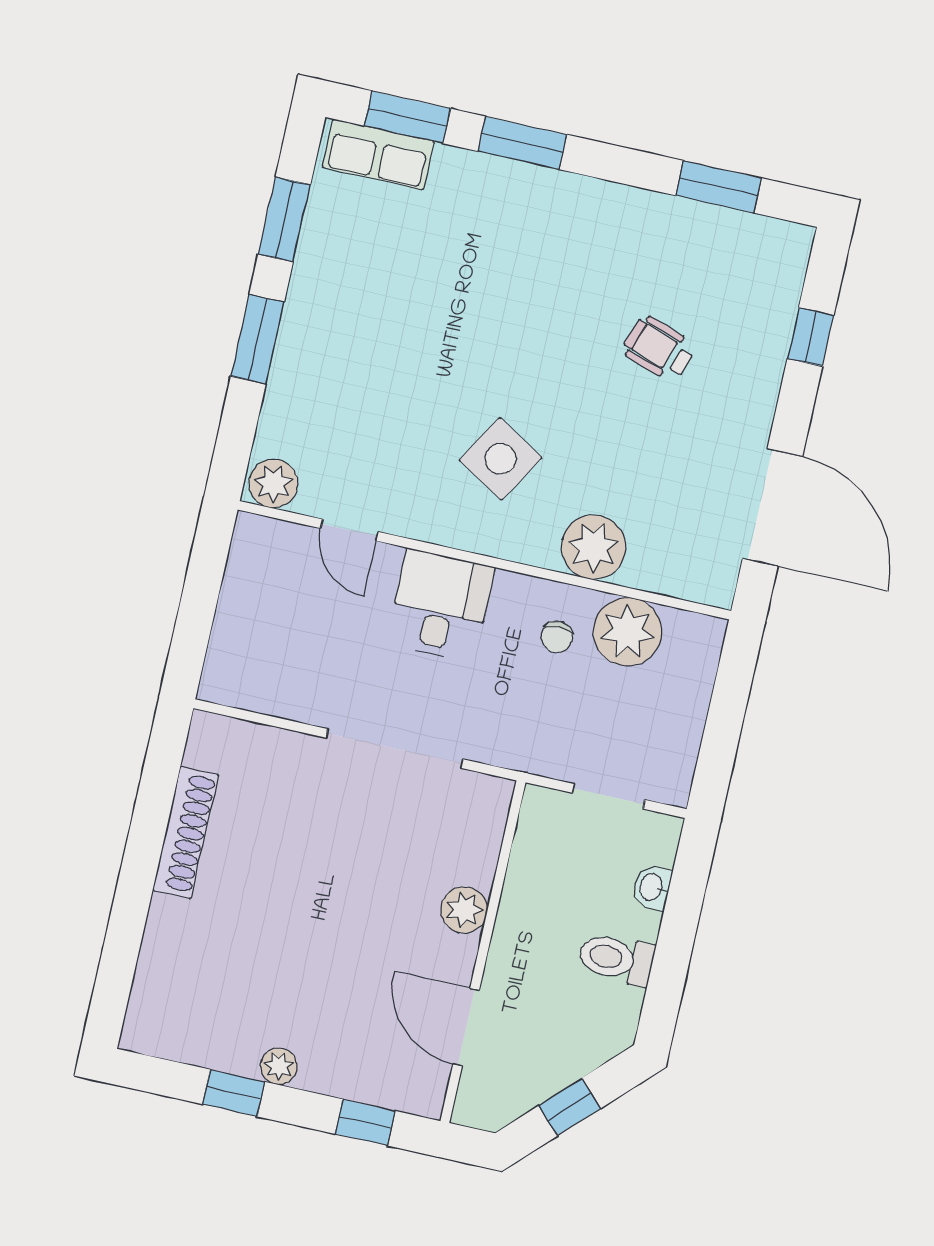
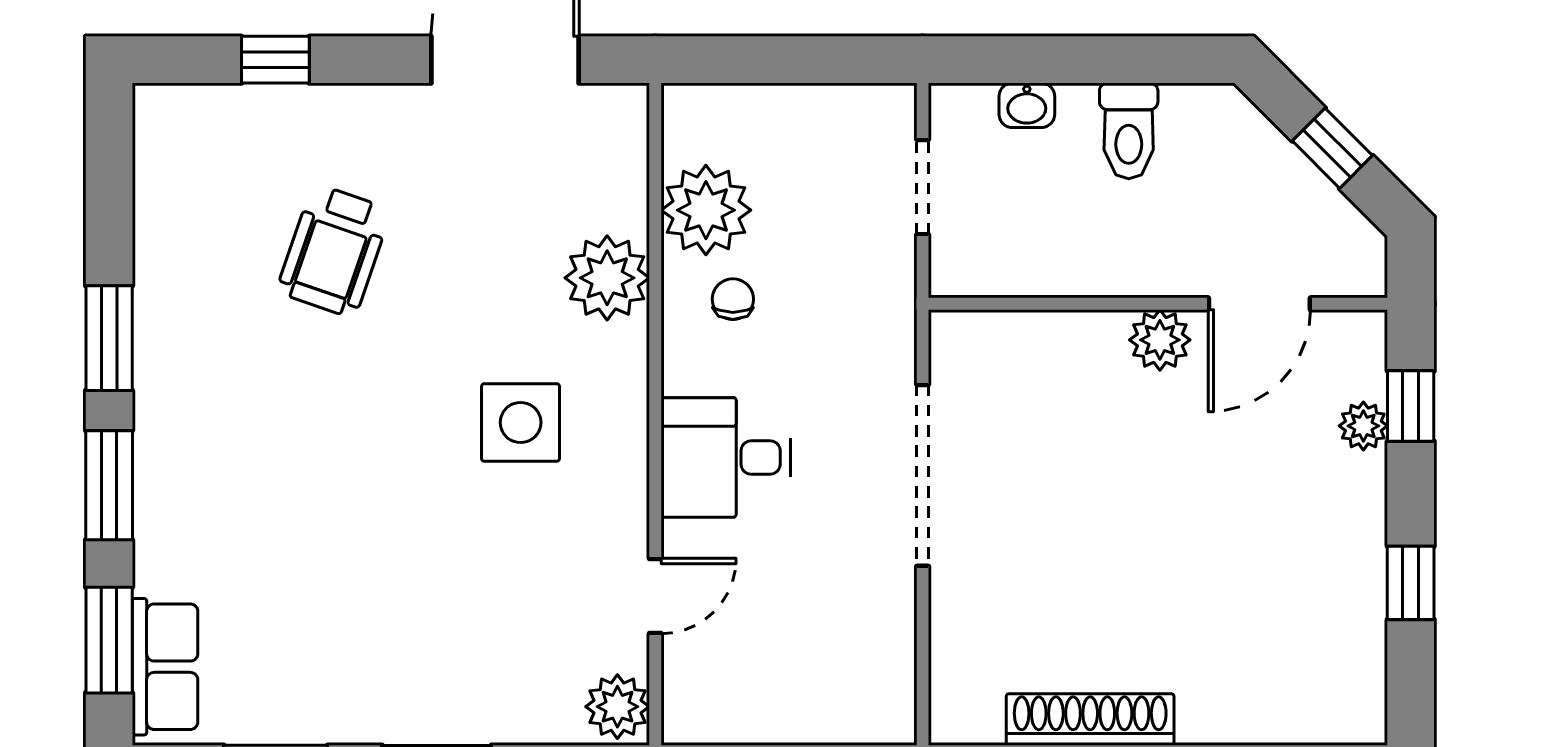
window: (719, 187) -> (109, 338), moved
wheelchair: (659, 349) -> (334, 251), width x1.36, depth x1.37
side table: (501, 459) -> (521, 422), turned -31
chair: (557, 637) -> (733, 299), turned -90
plant: (464, 910) -> (1160, 340), moved
plant: (279, 1066) -> (1363, 426), moved

